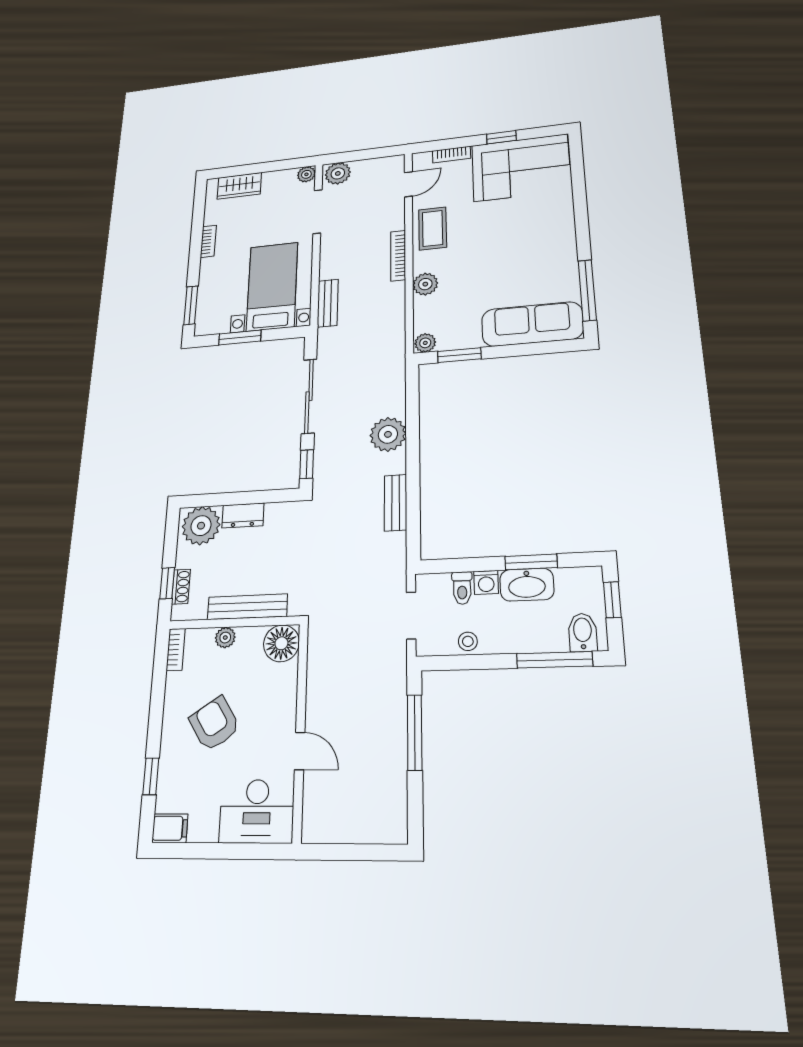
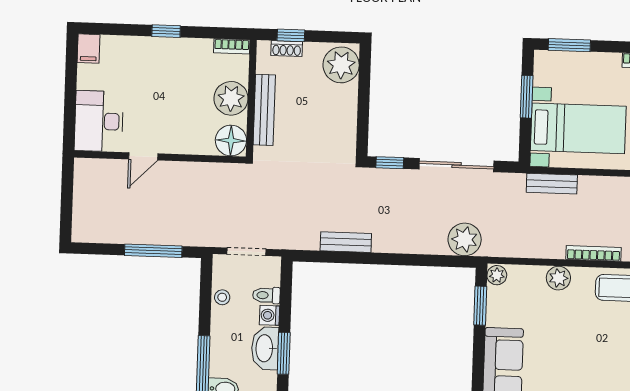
plant: (388, 434) -> (465, 239), moved
dresser: (243, 515) -> (347, 104), removed
plant: (225, 638) -> (231, 98), width x1.88, depth x1.88
armchair: (214, 724) -> (168, 84), removed
window: (151, 776) -> (166, 31), moved

